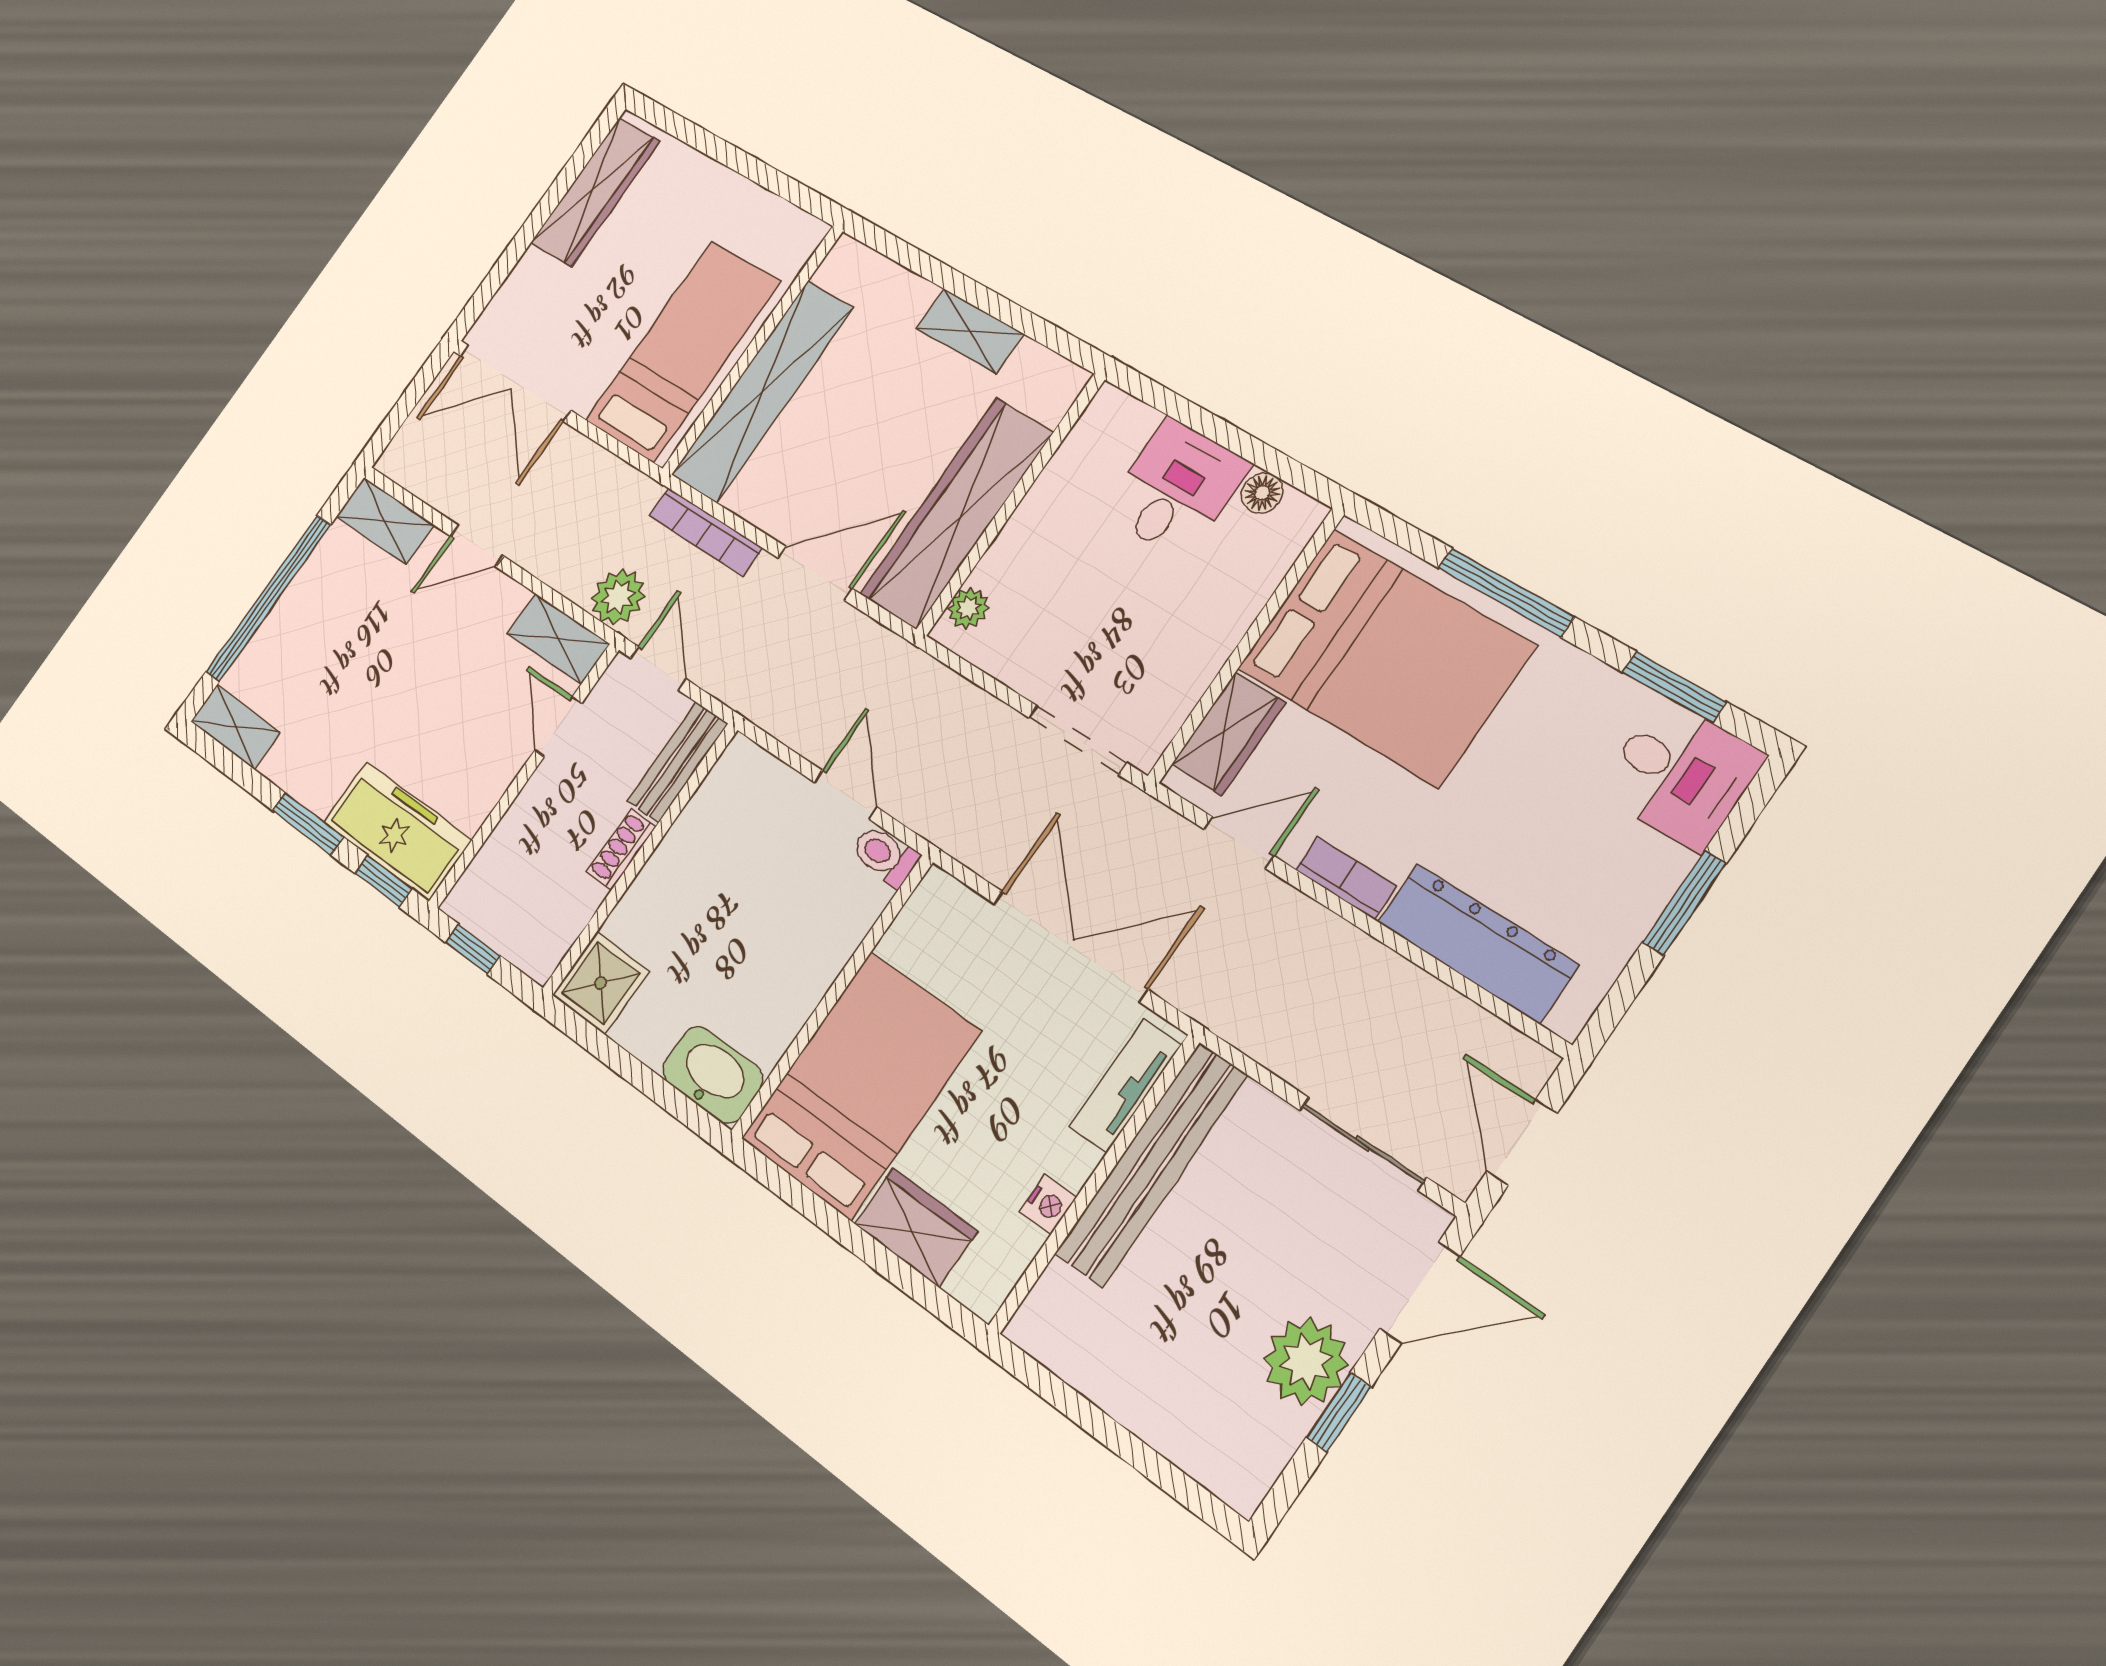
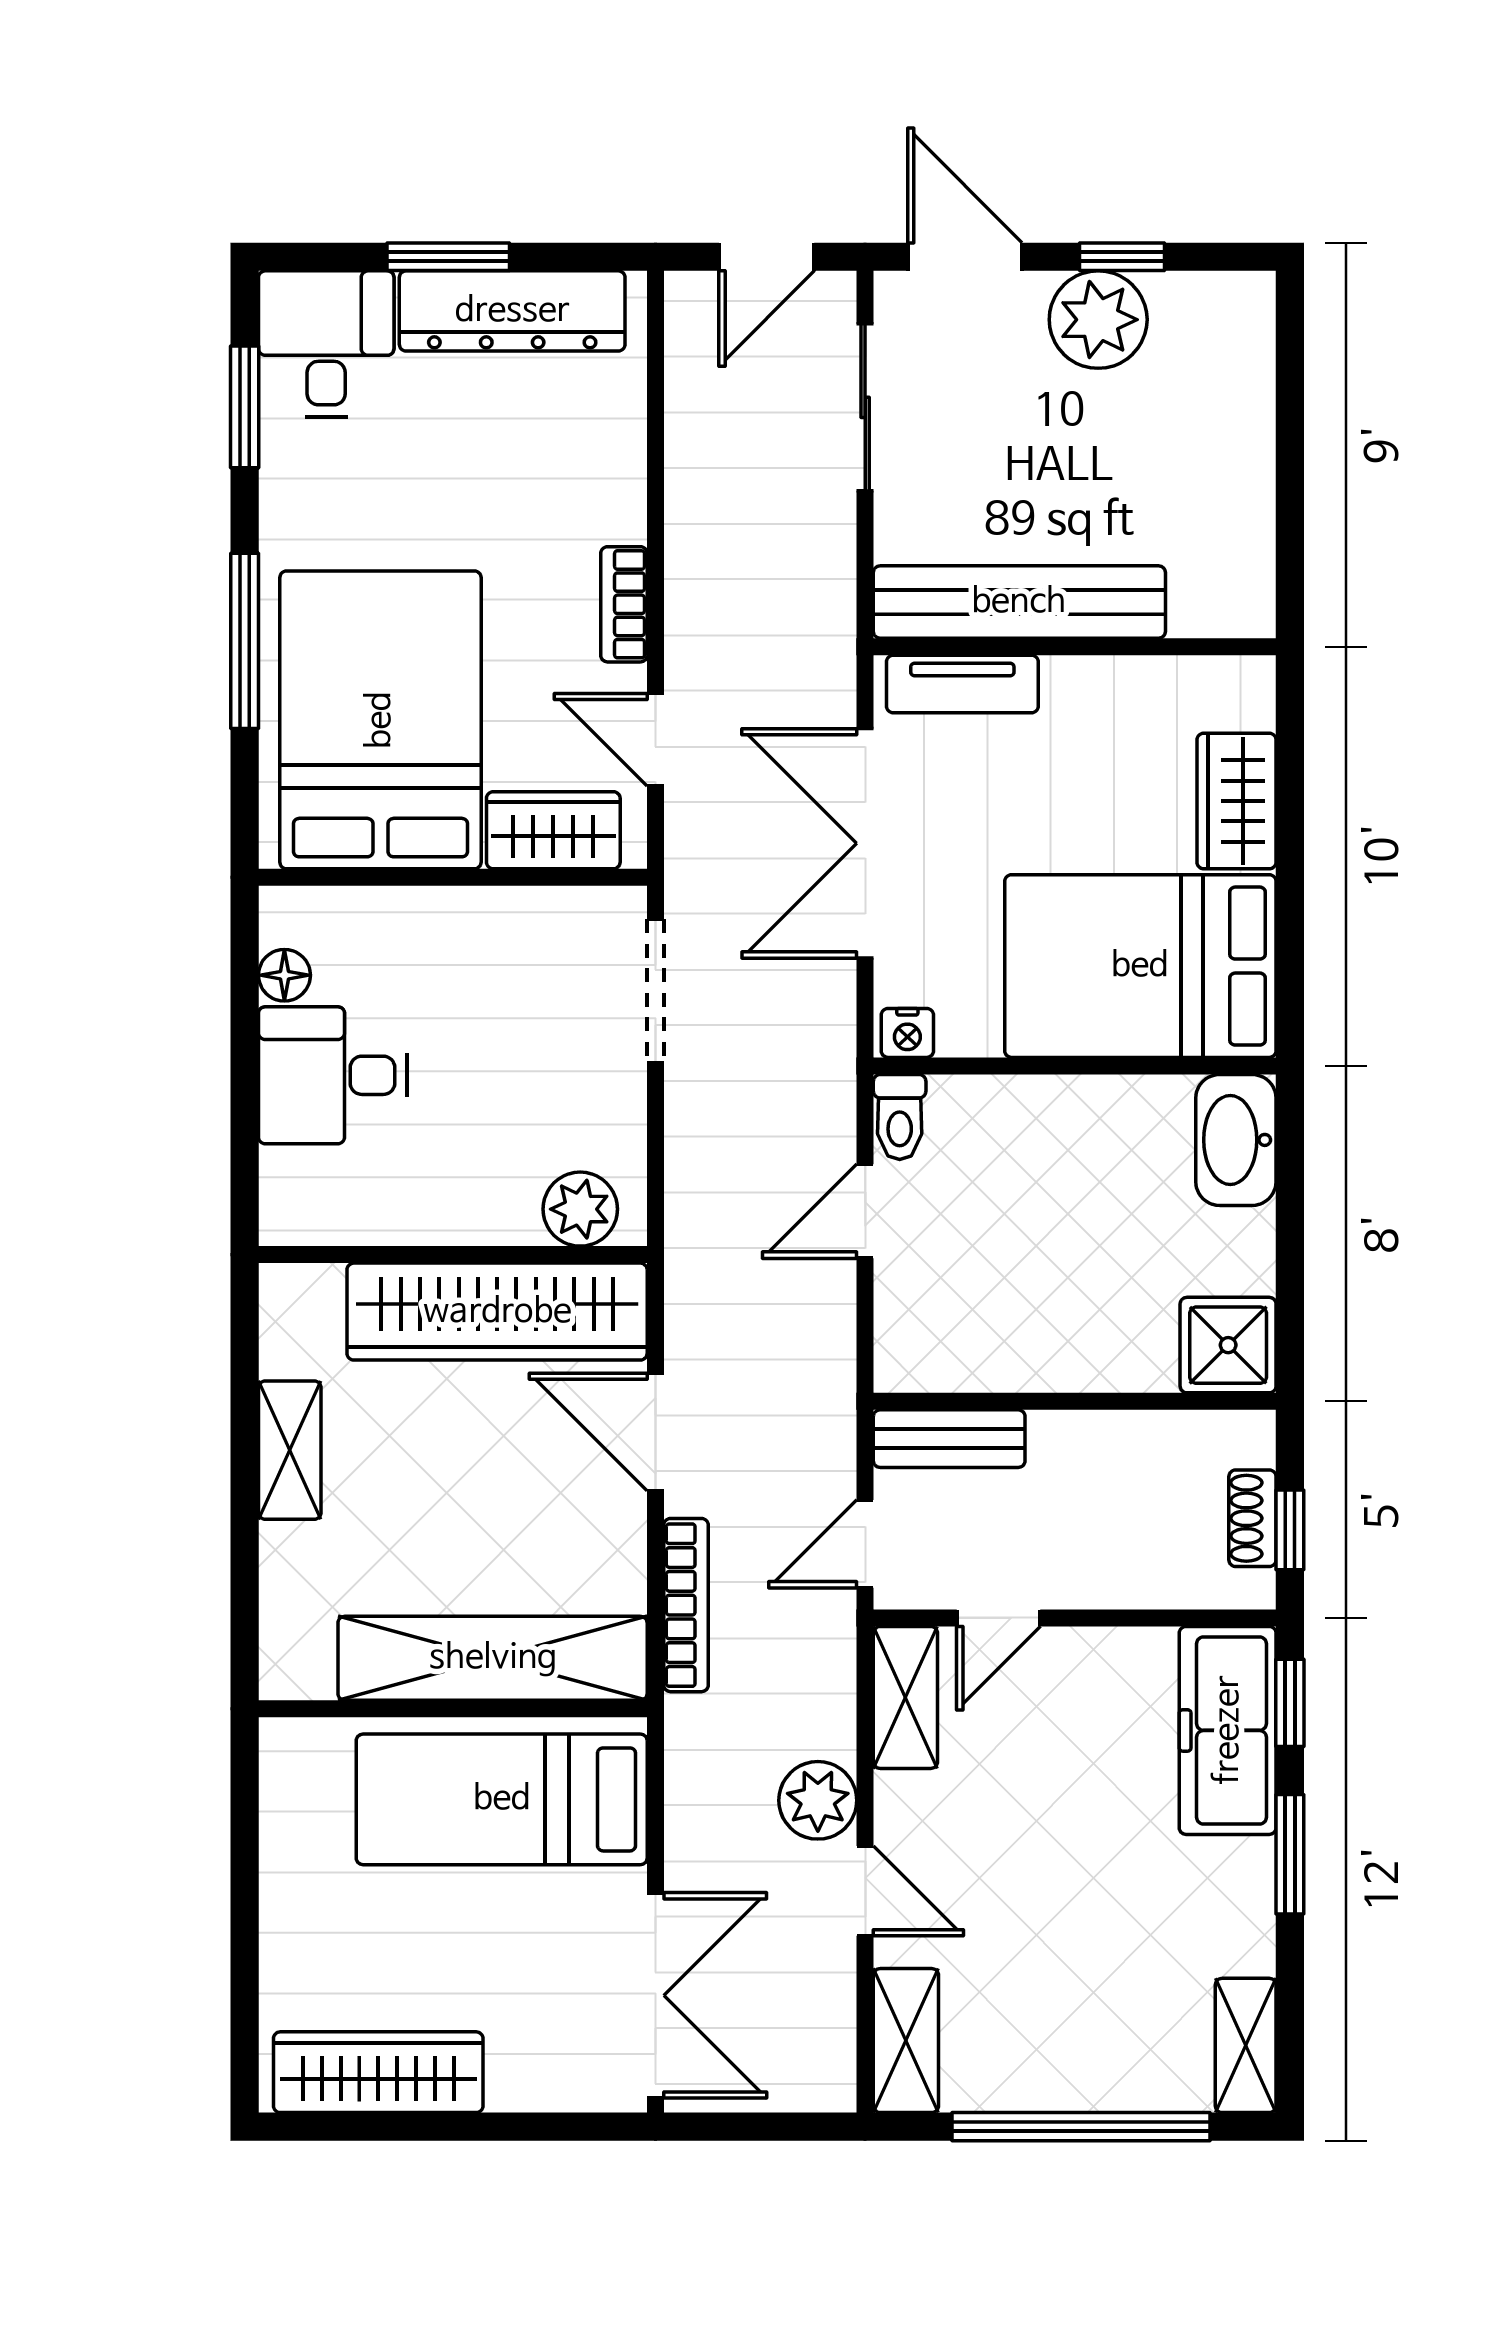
plant: (618, 597) -> (818, 1800), moved
plant: (968, 608) -> (580, 1209), width x1.38, depth x1.38
shoe rack: (621, 849) -> (1252, 1518), moved, turned 90
dresser: (1478, 943) -> (512, 311), moved, turned -90
nightstand: (1048, 1204) -> (907, 1033), moved, turned 180

